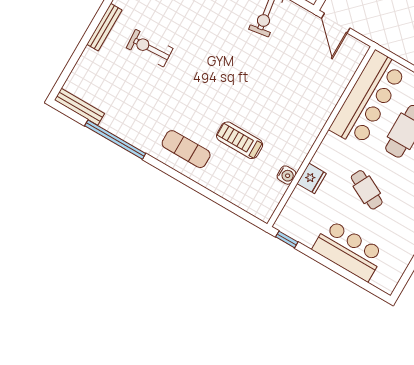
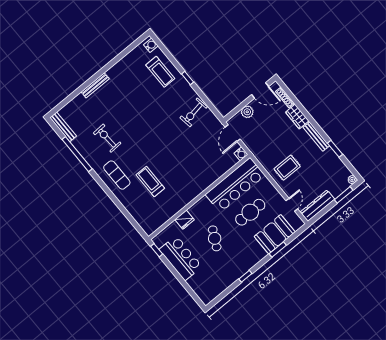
exercise bike: (150, 48) -> (107, 138), moved
water cooler: (286, 175) -> (241, 154), moved
bar counter: (349, 251) -> (181, 258), moved

